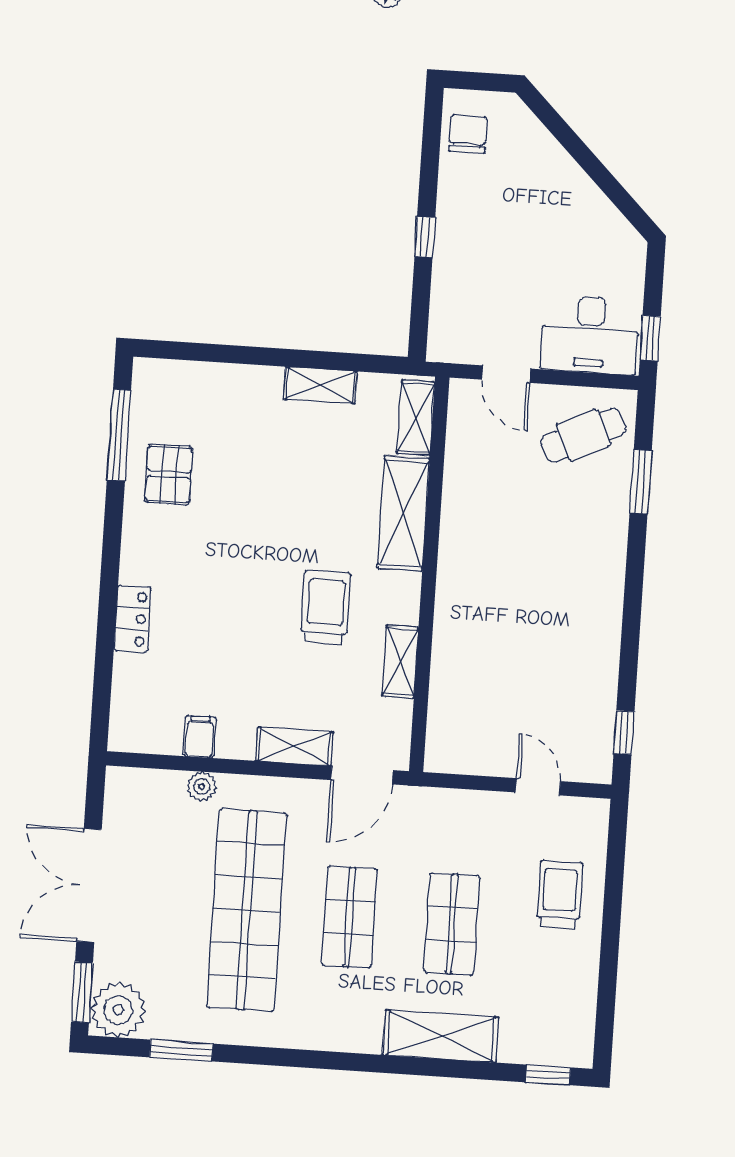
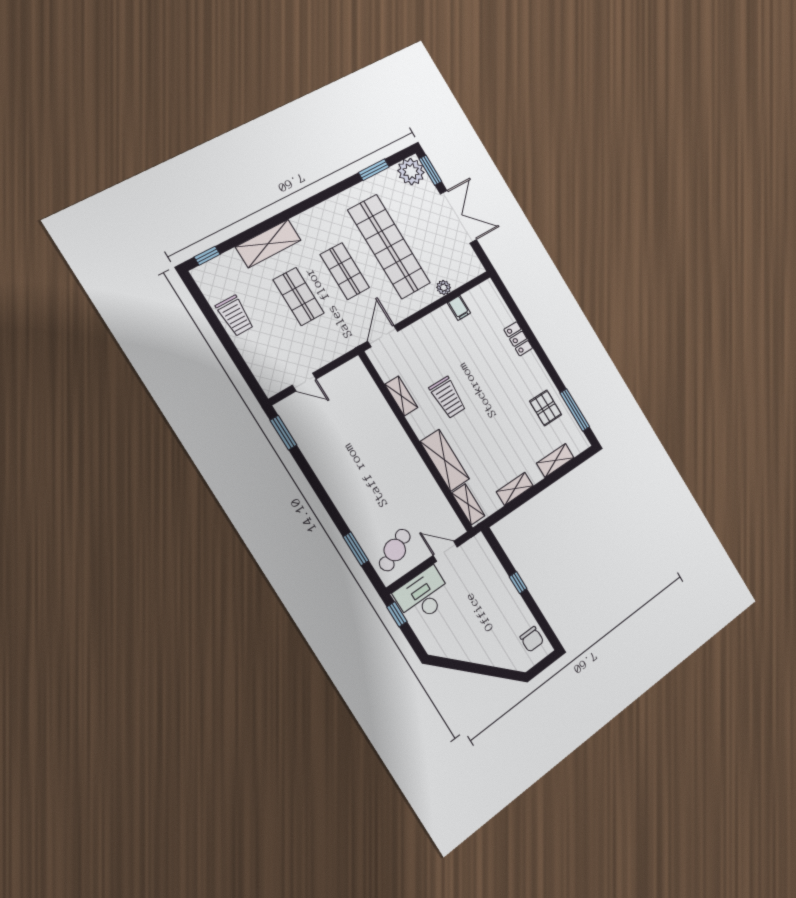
window: (624, 732) -> (283, 433), width x1.50
shelving: (295, 747) -> (555, 460), moved
trolley: (560, 894) -> (235, 316), moved

